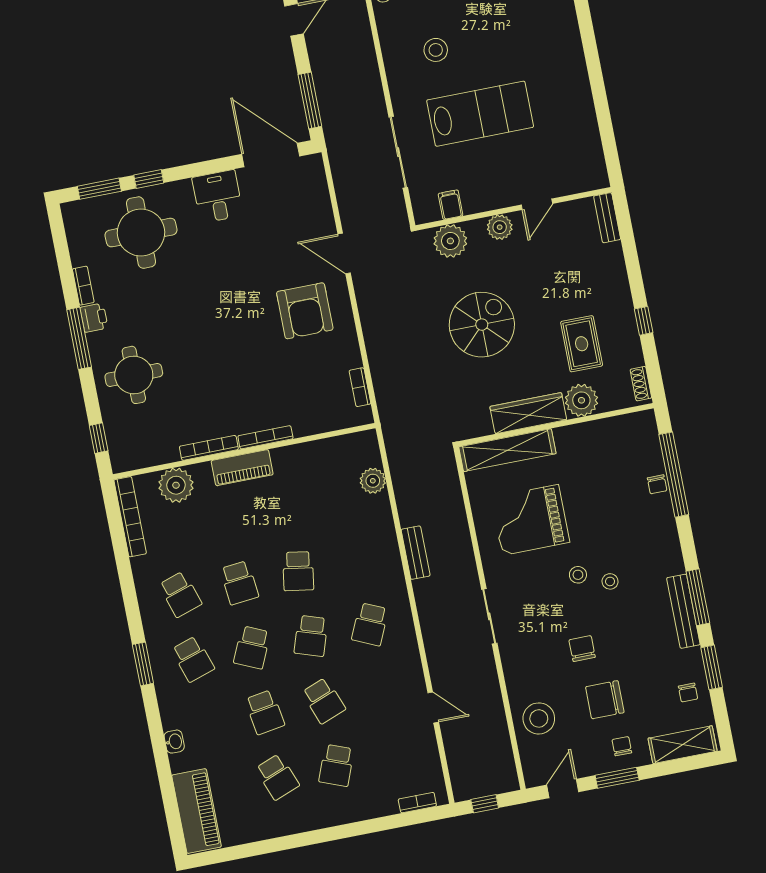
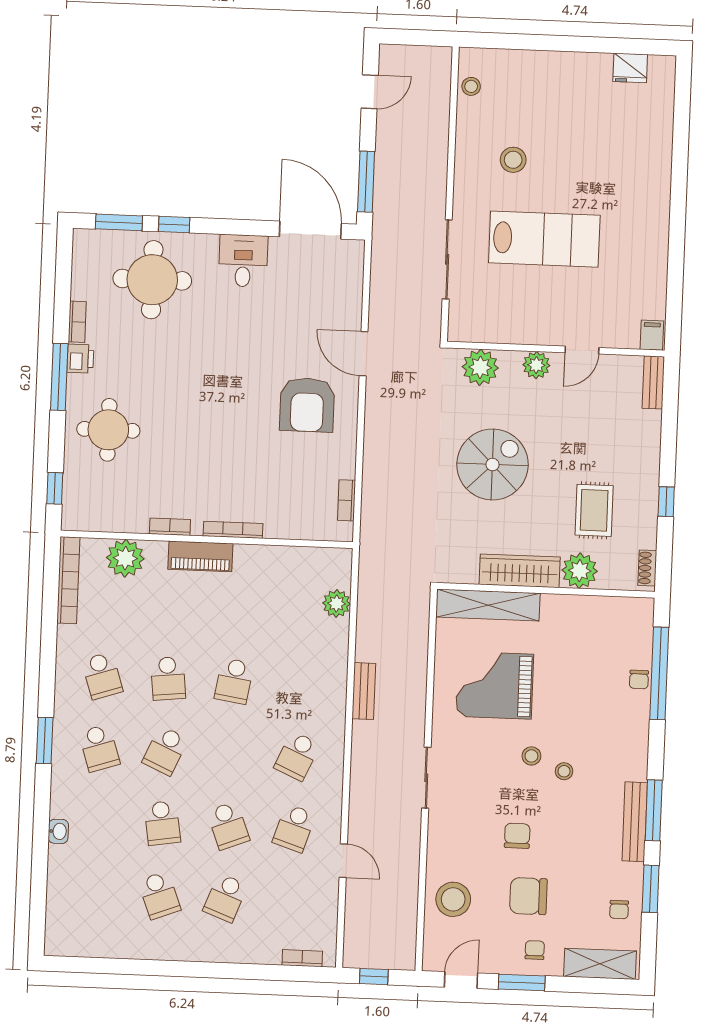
filing cabinet: (451, 205) -> (652, 335), moved
bookcase: (209, 448) -> (170, 527), width x0.64
school desk: (311, 636) -> (294, 828), moved
piano: (197, 811) -> (64, 911), removed

